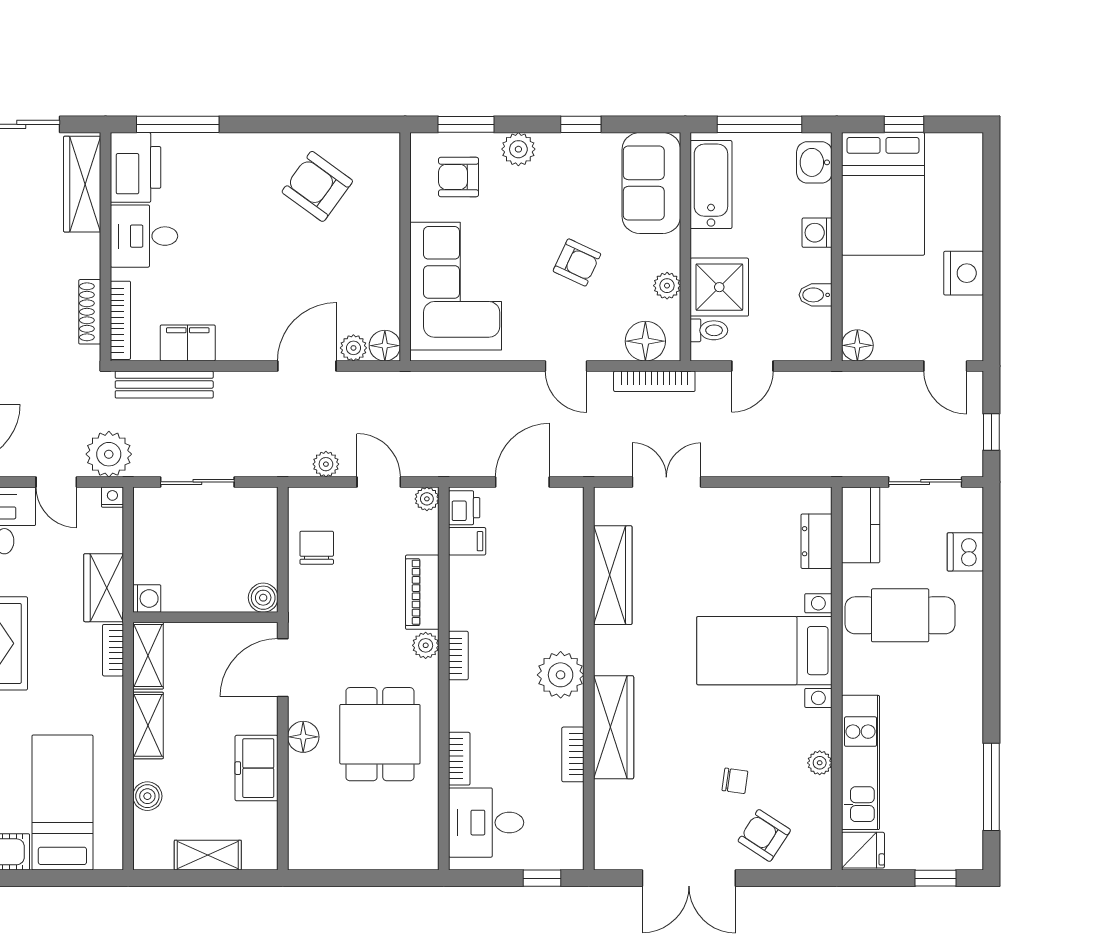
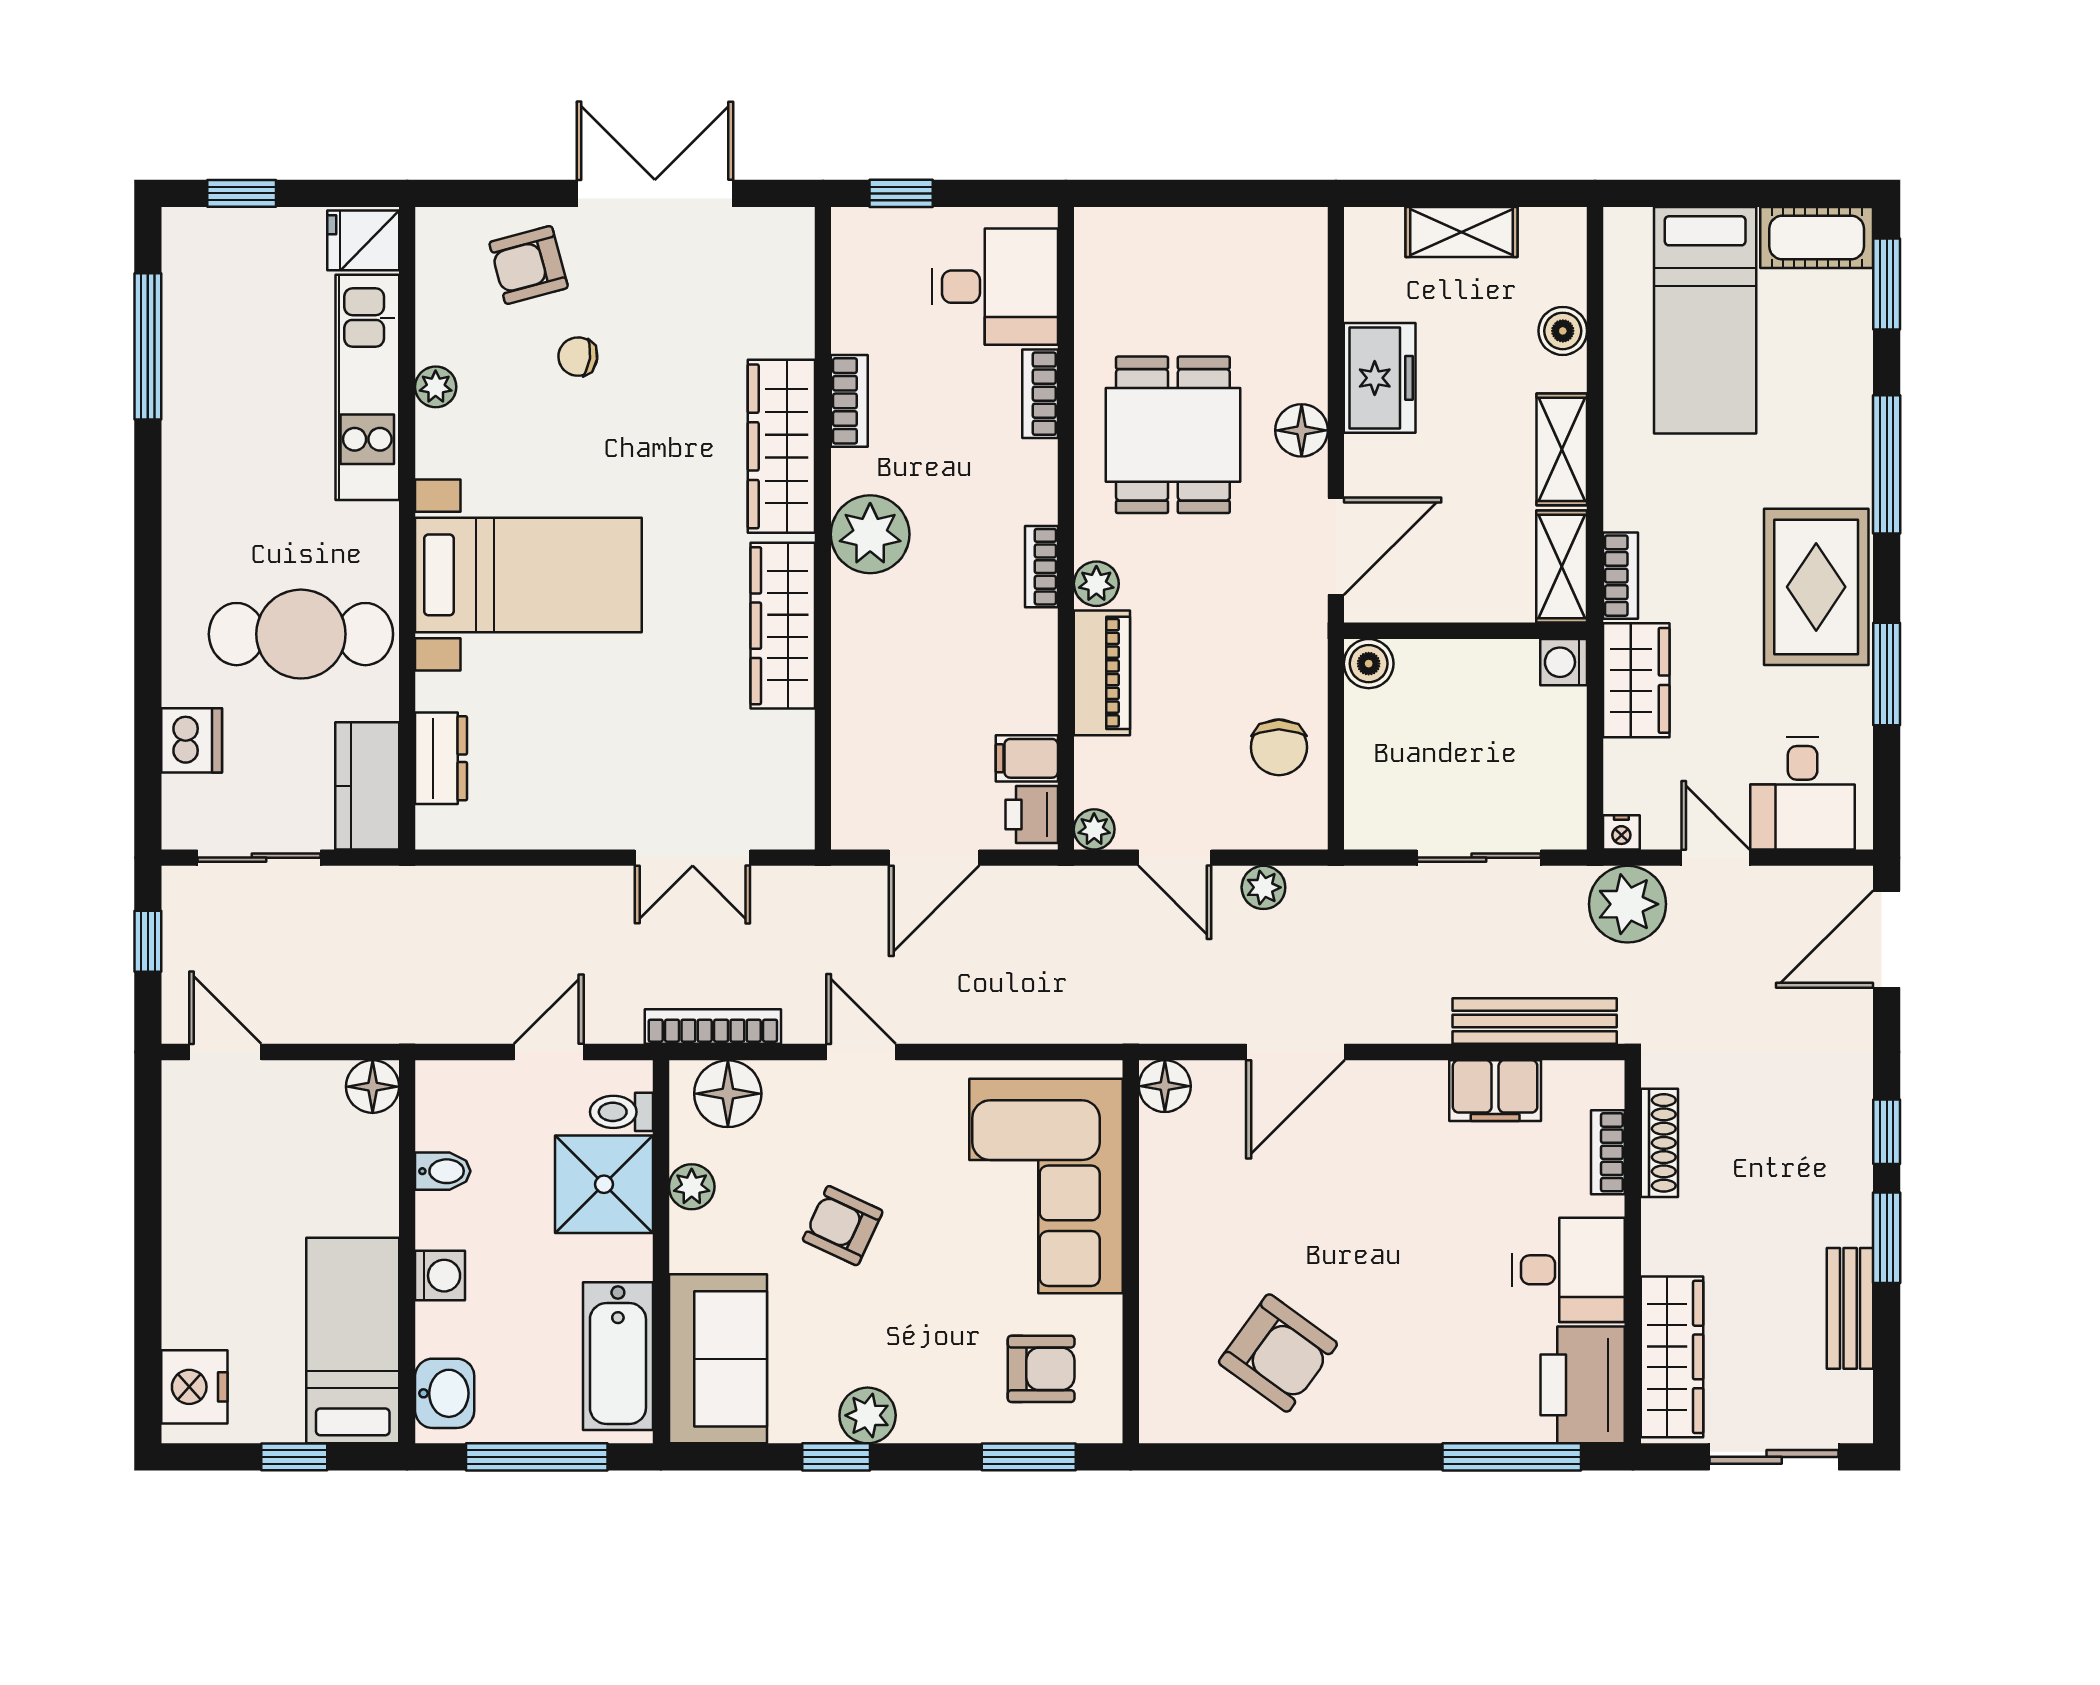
plant: (518, 149) -> (868, 1415), moved
bed: (883, 194) -> (353, 1341), width x0.67
nightstand: (964, 273) -> (194, 1387), moved
bookcase: (120, 320) -> (1608, 1152), width x0.64
plant: (353, 348) -> (1217, 1082), removed
wardrobe: (613, 575) -> (783, 626), moved
armchair: (764, 835) -> (529, 265), turned 132

